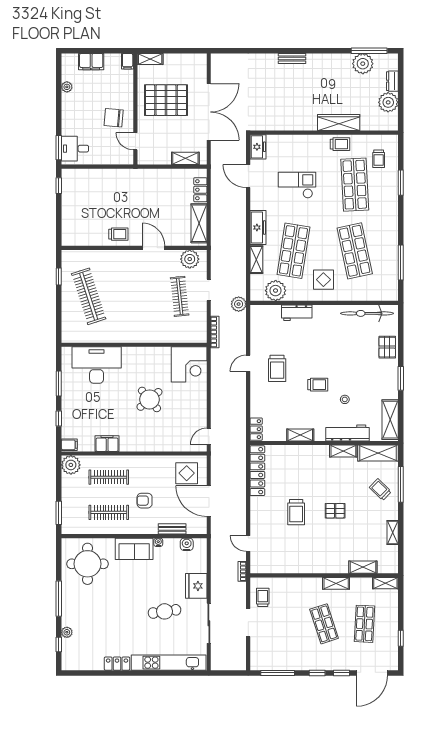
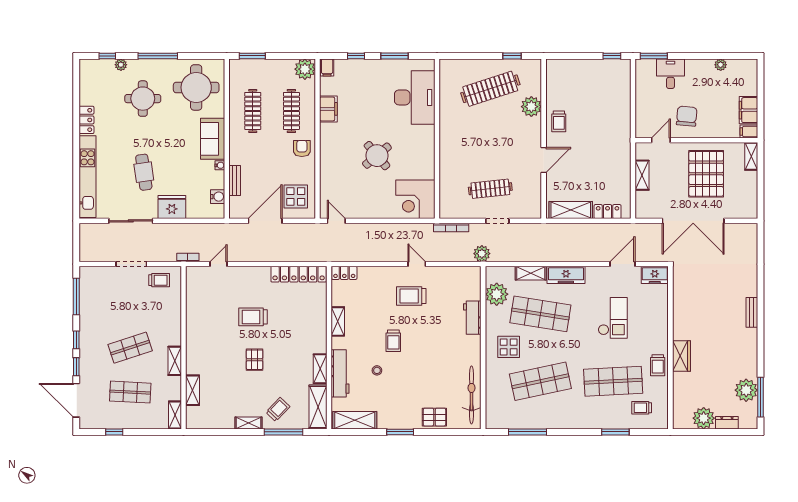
filing cabinet: (91, 62) -> (748, 110), moved
wardrobe: (339, 122) -> (681, 356), width x0.67
desk: (75, 149) -> (670, 74), moved
shelving: (185, 158) -> (642, 175), moved
plant: (190, 259) -> (531, 107), moved
armchair: (145, 501) -> (302, 148), moved
shelving: (393, 533) -> (248, 423), moved
round table: (98, 612) -> (143, 99), added

